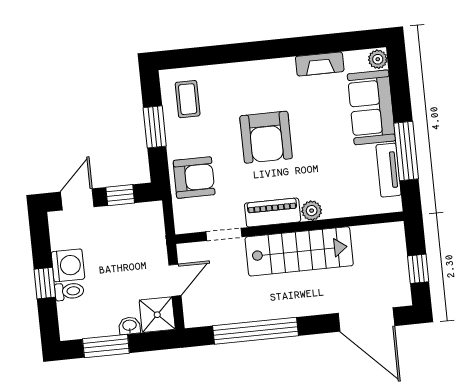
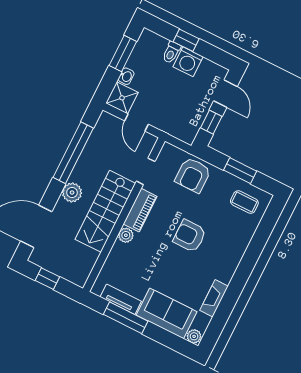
armchair: (266, 137) -> (190, 236), width x0.73, depth x0.73
plant: (302, 303) -> (72, 193), added

